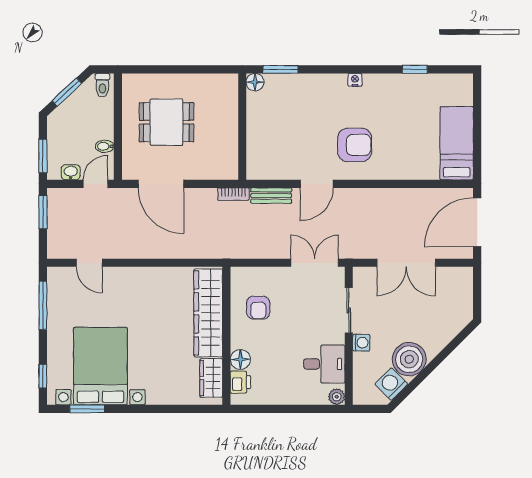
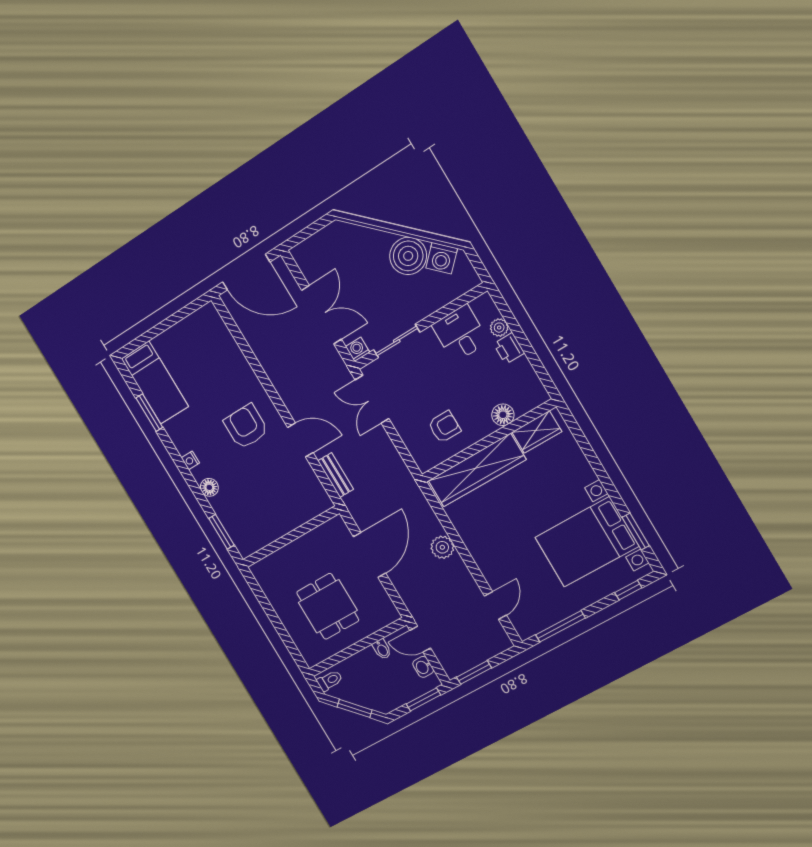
window: (415, 69) -> (149, 413), width x1.50
floor lamp: (255, 82) -> (209, 487), moved
bed: (457, 143) -> (155, 382), moved, turned -90
door: (161, 184) -> (370, 555), moved
bookcase: (233, 194) -> (355, 510), removed
plant: (162, 248) -> (442, 547), added
washing machine: (361, 343) -> (358, 349), moved
printer: (240, 382) -> (509, 348), moved, turned -90
plant: (337, 397) -> (499, 328), moved

